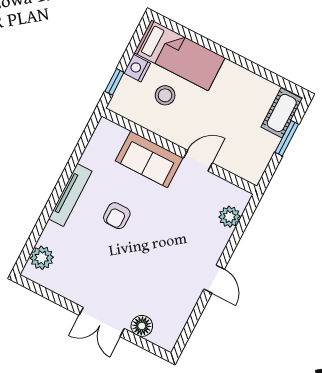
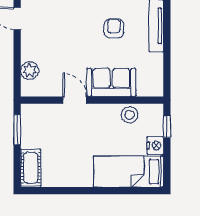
stool: (165, 95) -> (130, 115), moved
window: (287, 138) -> (17, 130), moved
door: (198, 161) -> (75, 100), swing flipped

